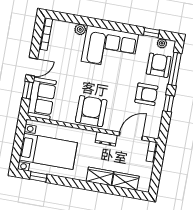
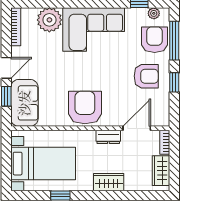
plant: (80, 29) -> (49, 20), width x1.87, depth x1.87
window: (38, 177) -> (60, 195), moved
wardrobe: (125, 181) -> (161, 171), moved, turned -90

